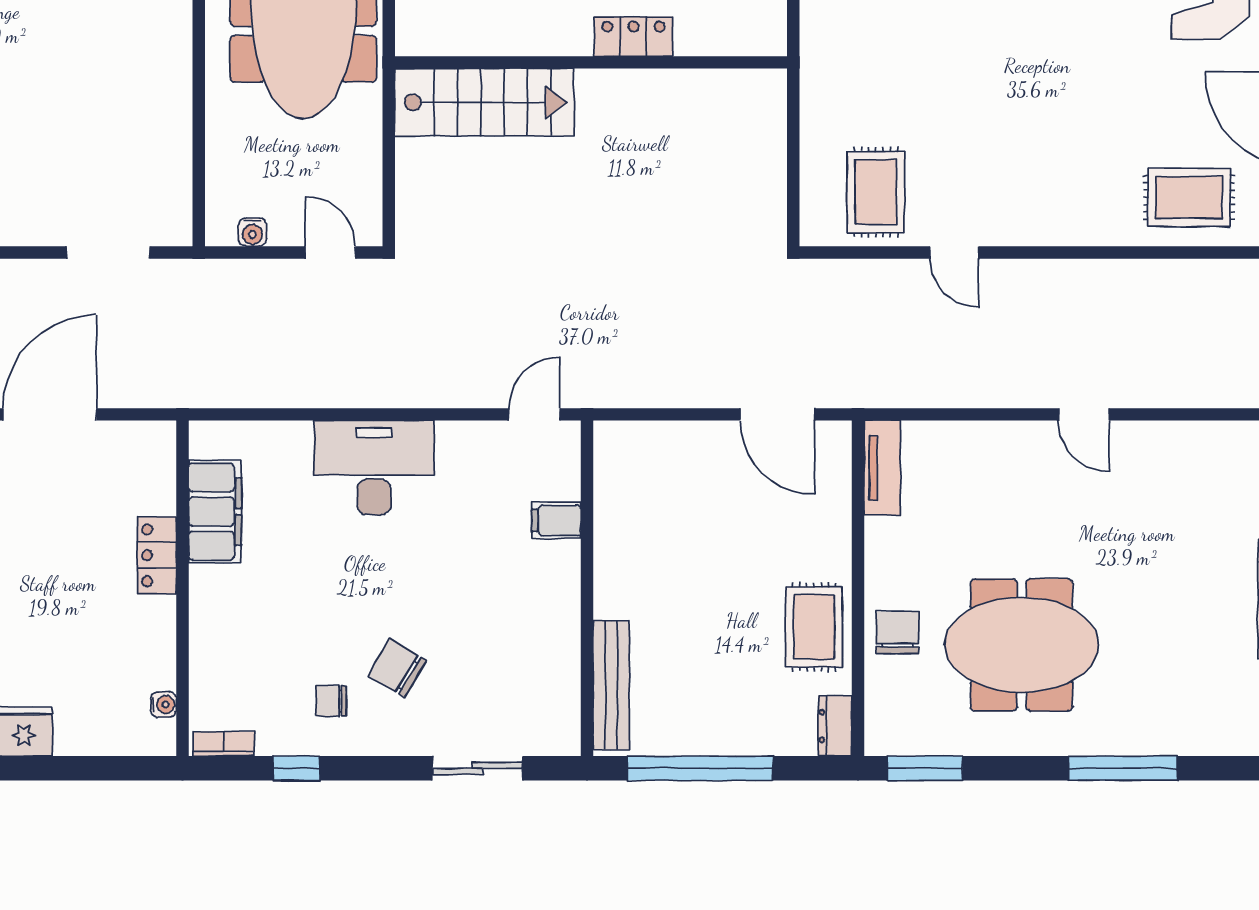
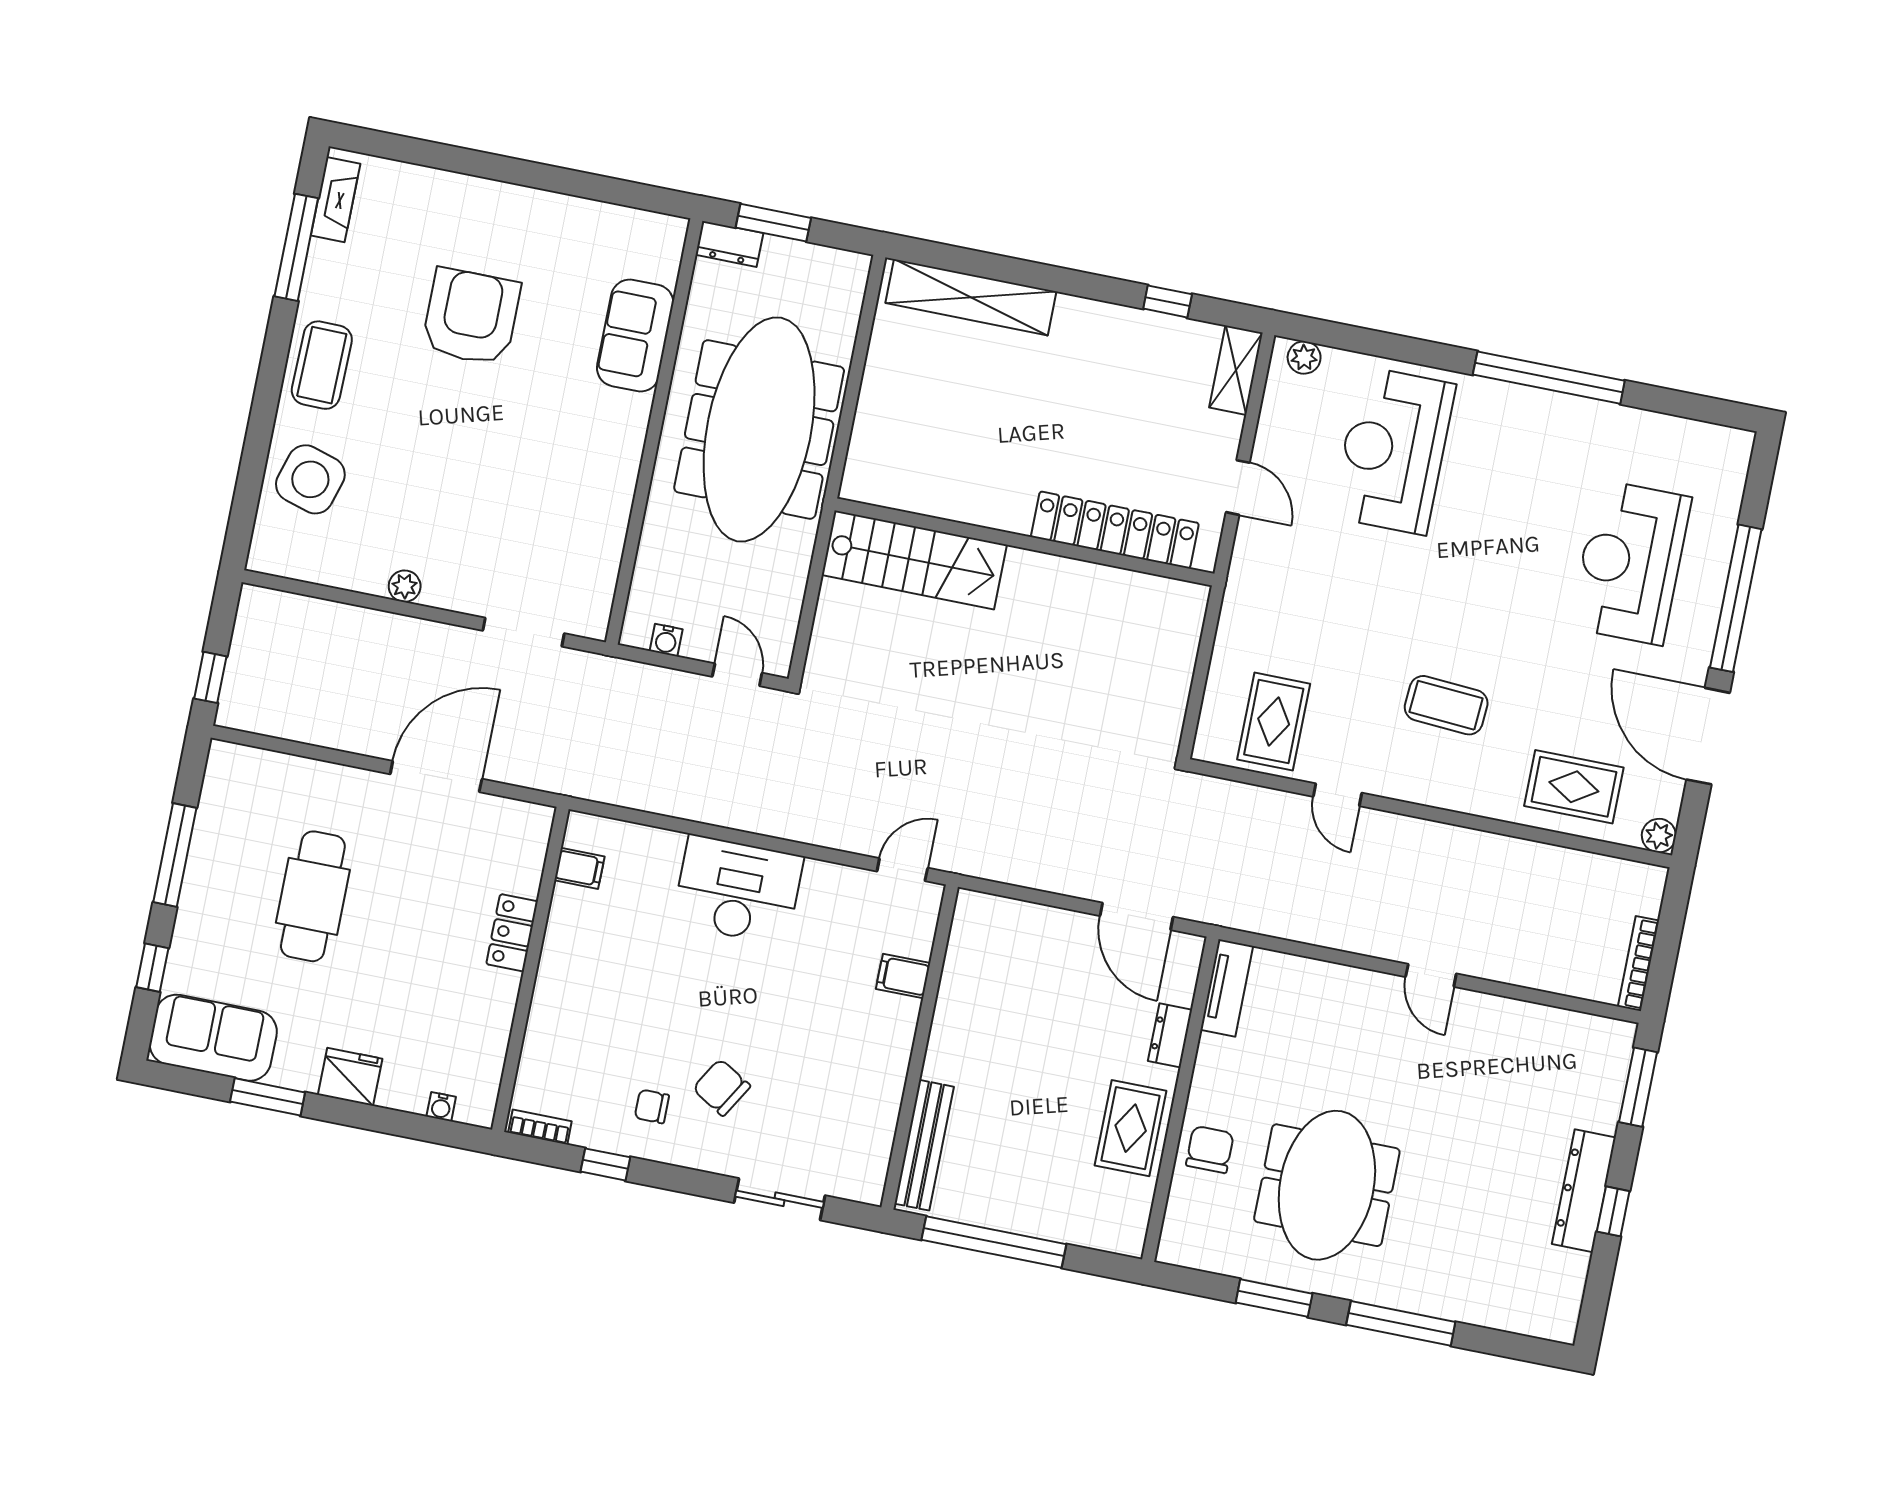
locker: (633, 37) -> (1115, 530), width x2.16, depth x1.21
coffee table: (1045, 141) -> (1446, 705), added
filing cabinet: (215, 512) -> (579, 868), width x0.33, depth x0.86
meeting table: (1022, 645) -> (1327, 1185), turned 90
water cooler: (164, 704) -> (441, 1107), moved, turned 90
dresser: (835, 726) -> (1170, 1035), moved
window: (925, 768) -> (1274, 1298), moved

